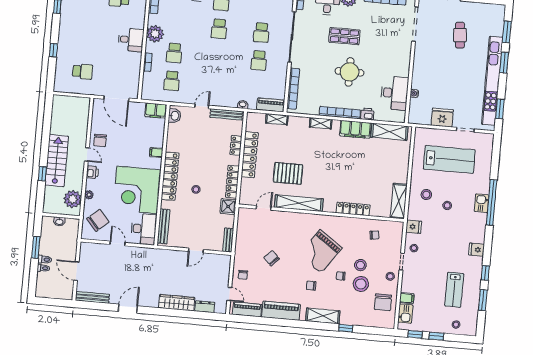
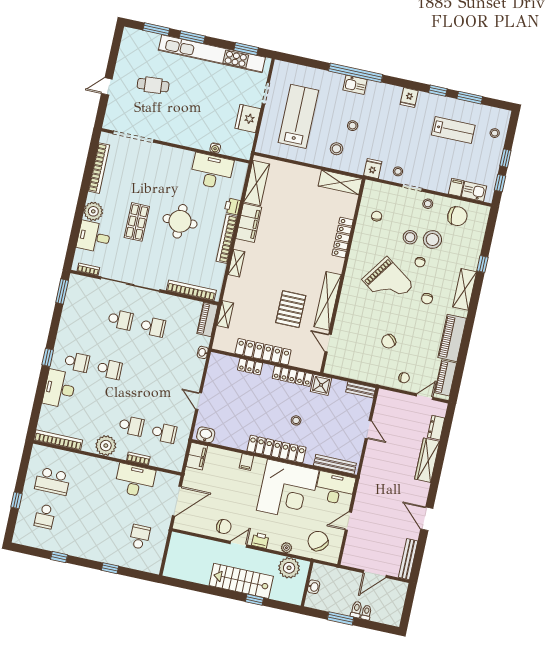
desk: (131, 40) -> (135, 481), moved, width x1.37
bench: (226, 114) -> (212, 373), removed

